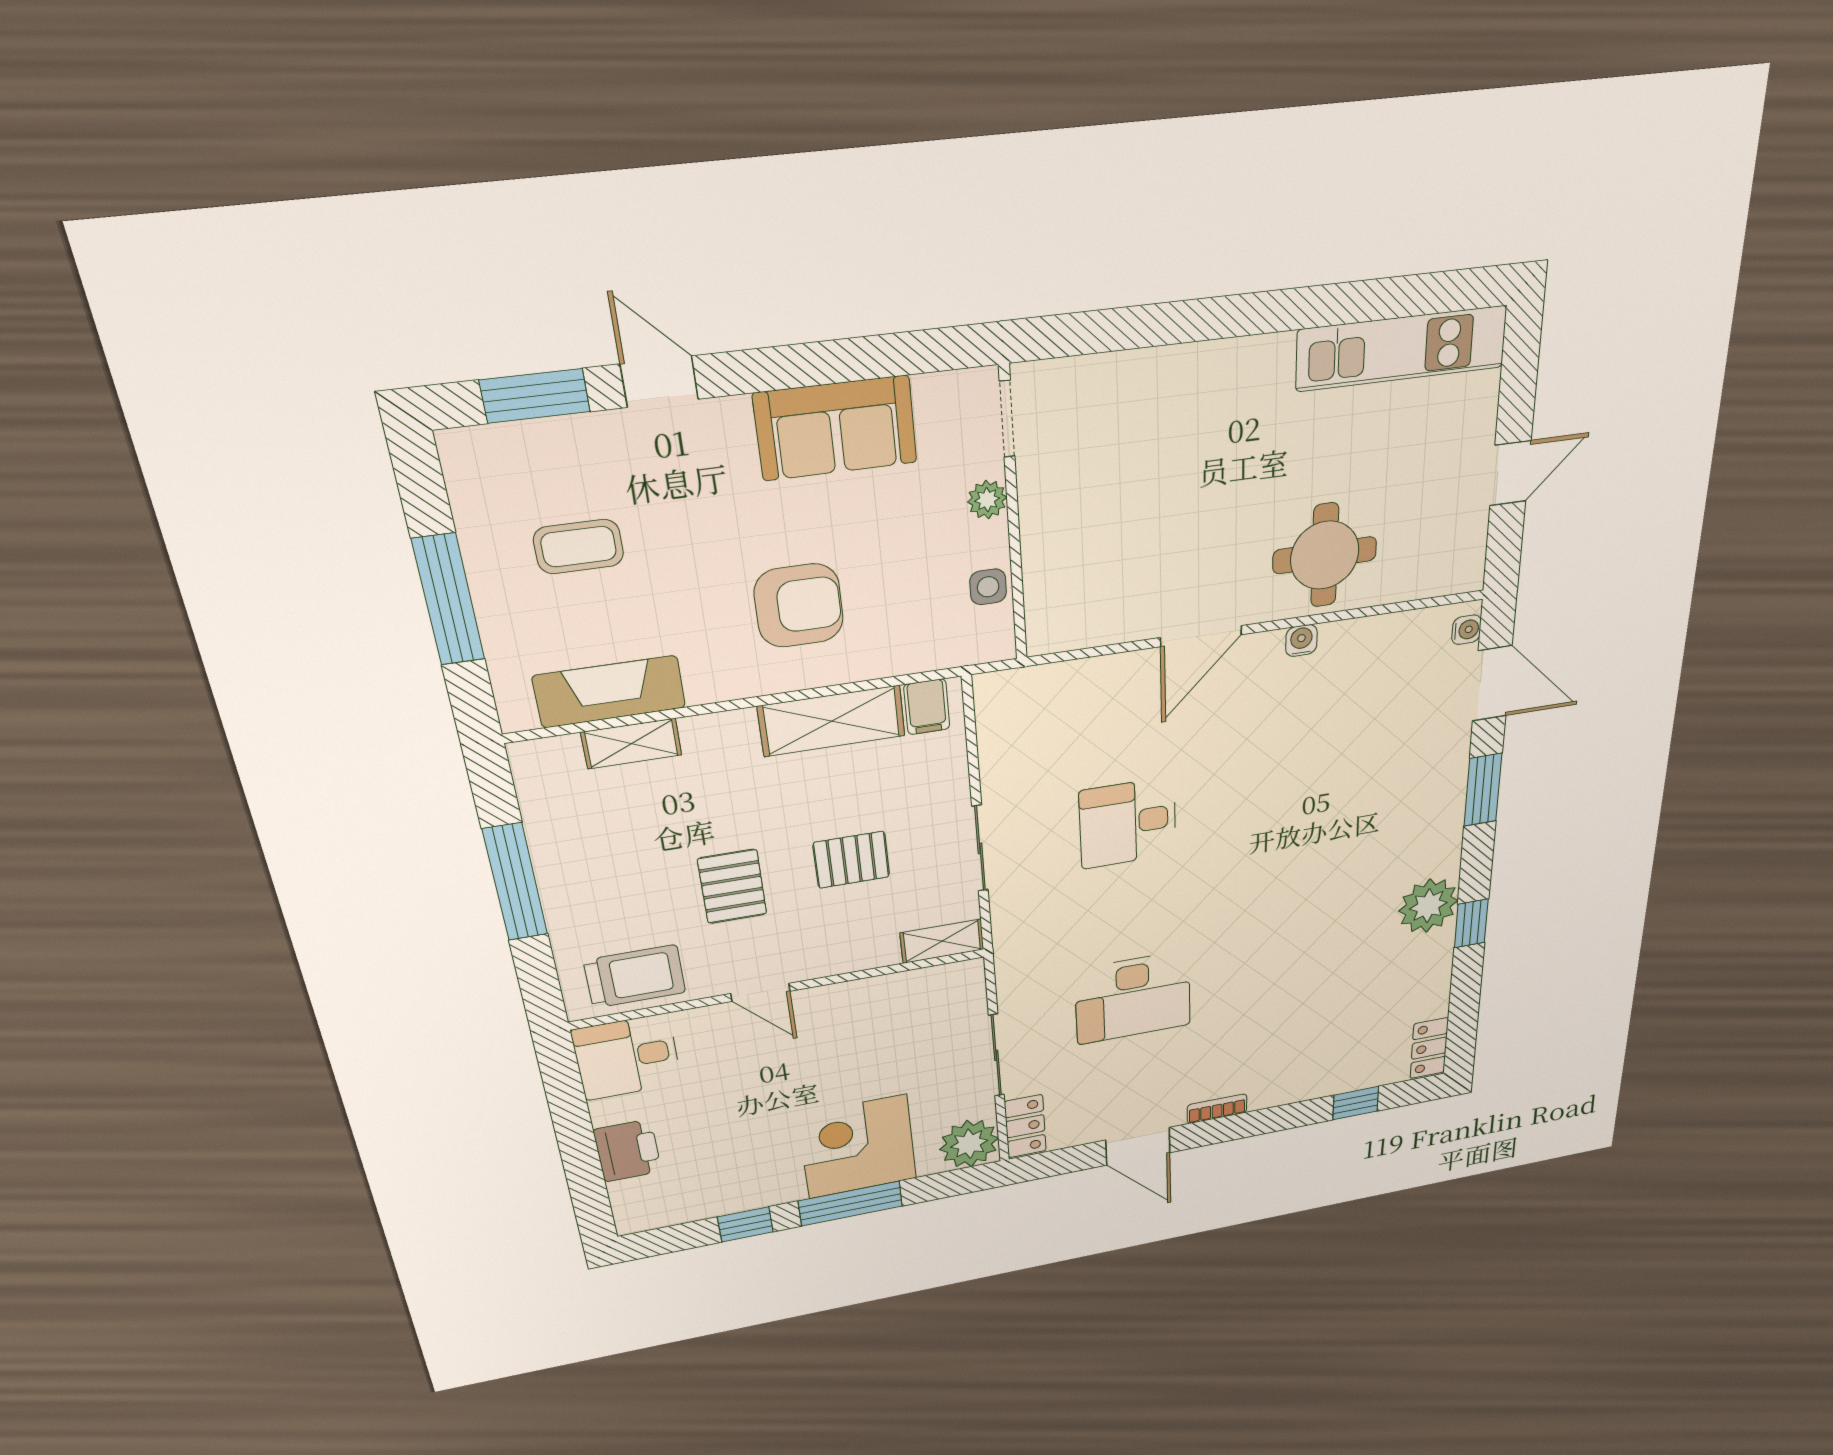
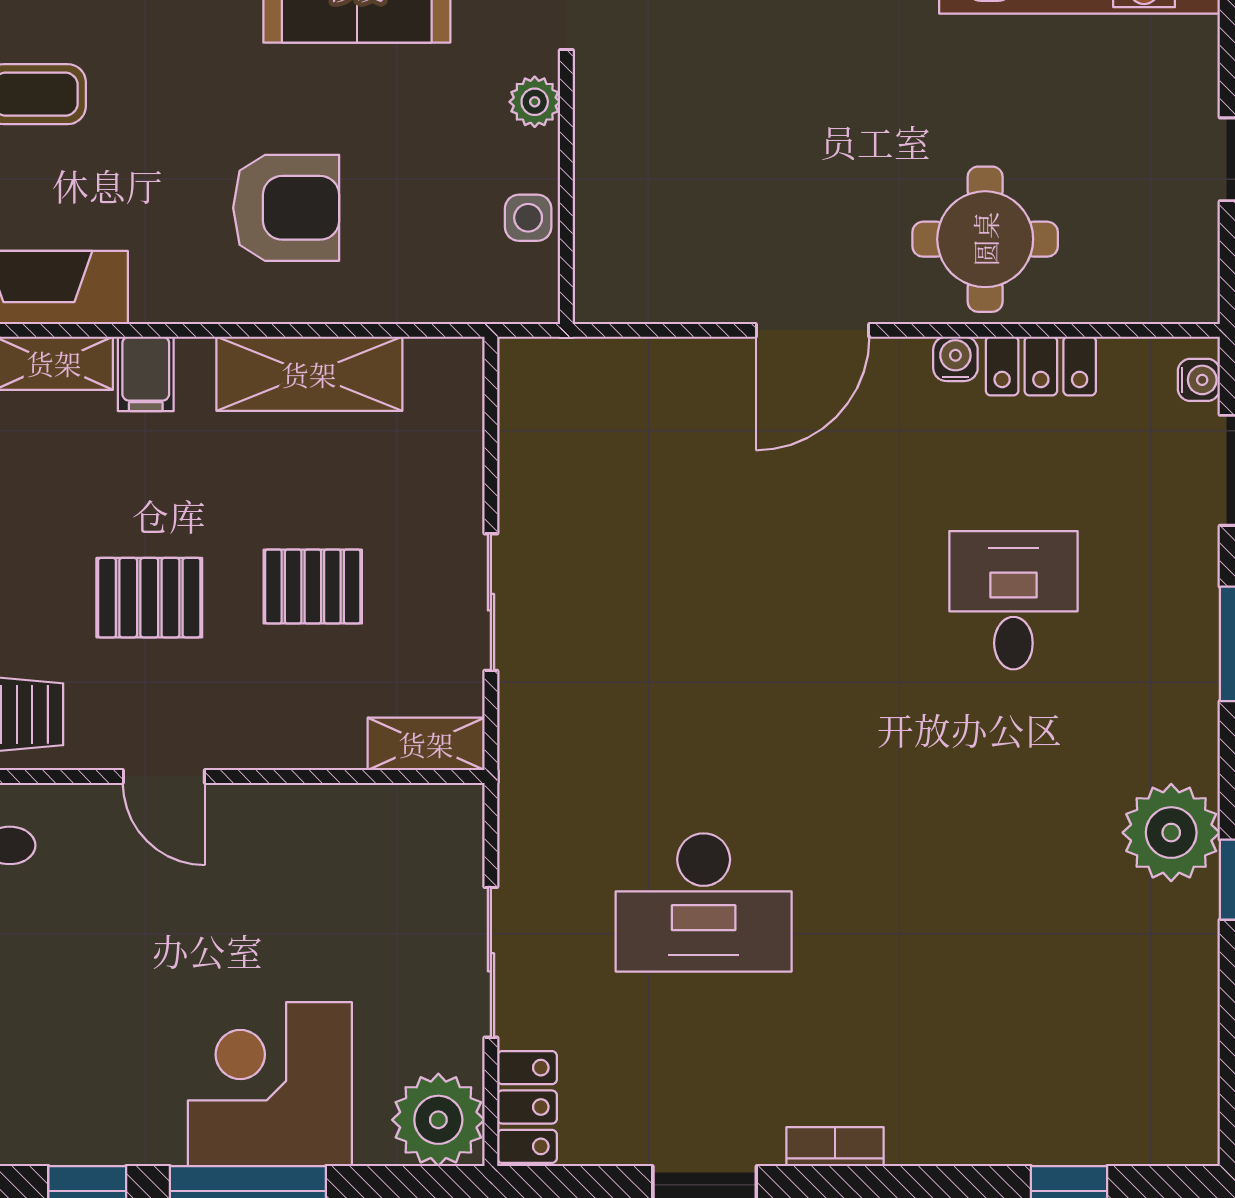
filing cabinet: (927, 707) -> (146, 374), moved
desk: (1128, 823) -> (1013, 600), moved, turned 90
pallet: (732, 887) -> (149, 598), turned 90
locker: (1429, 1048) -> (1041, 366), moved, turned -90

